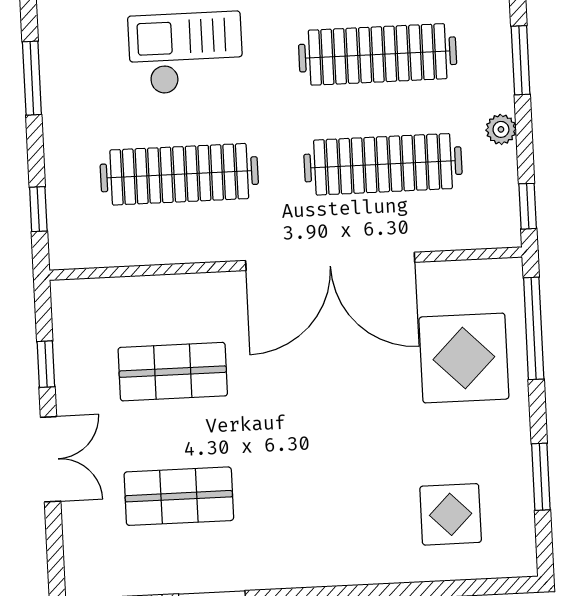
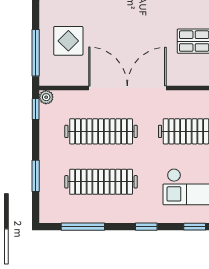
plant: (501, 129) -> (46, 97), moved
display table: (464, 358) -> (68, 41), width x0.73, depth x0.73

